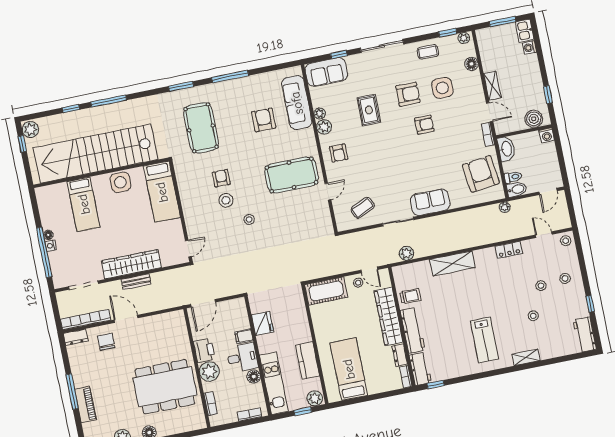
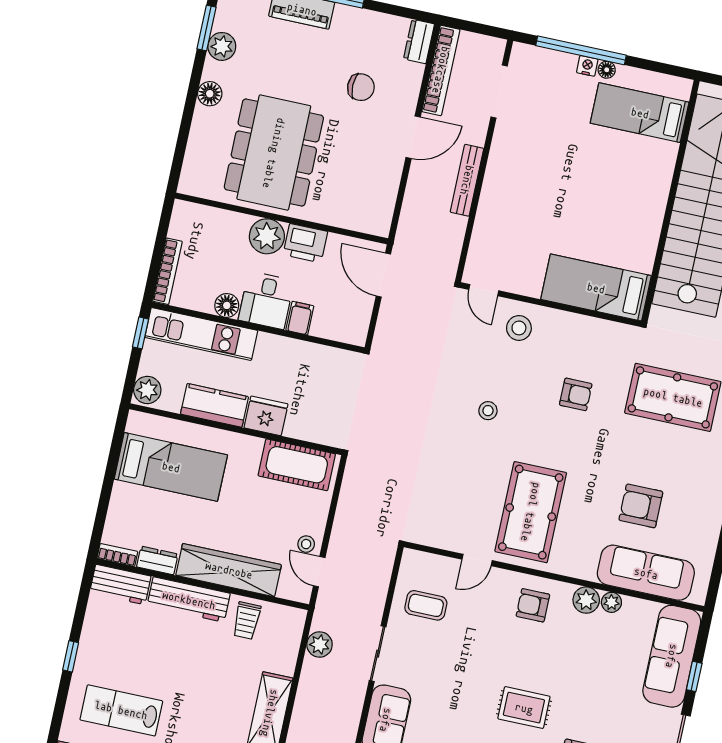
sofa: (326, 72) -> (672, 656), width x1.36
rug: (369, 110) -> (524, 708), moved
armchair: (264, 120) -> (641, 506), turned 180
side table: (120, 182) -> (641, 226), removed
door: (328, 192) -> (477, 560), hinge flipped
stool: (226, 200) -> (519, 328), moved
bed: (84, 204) -> (640, 113), moved
coffee table: (363, 208) -> (426, 605), turned -66
wardrobe: (131, 264) -> (499, 185), removed
door: (369, 270) -> (319, 572), hinge flipped
bench: (136, 282) -> (467, 180), width x1.36
cot: (326, 291) -> (297, 465), moved, turned 90
fridge: (263, 323) -> (266, 416), moved, turned 180
chair: (106, 342) -> (361, 87), moved
window: (436, 385) -> (71, 656), moved
bookcase: (211, 404) -> (213, 215), removed
window: (303, 411) -> (141, 333), moved
bookcase: (249, 415) -> (167, 271), width x1.56

